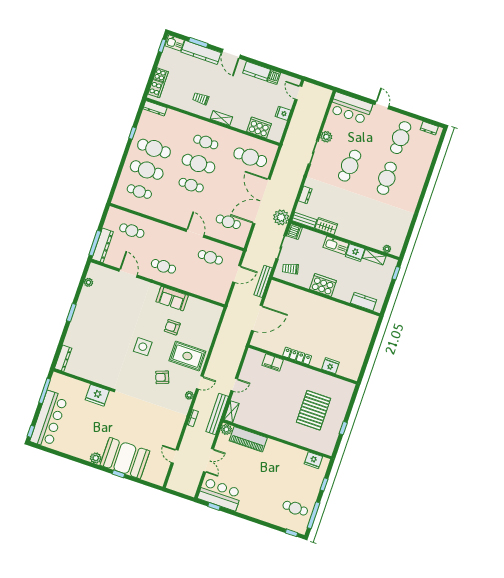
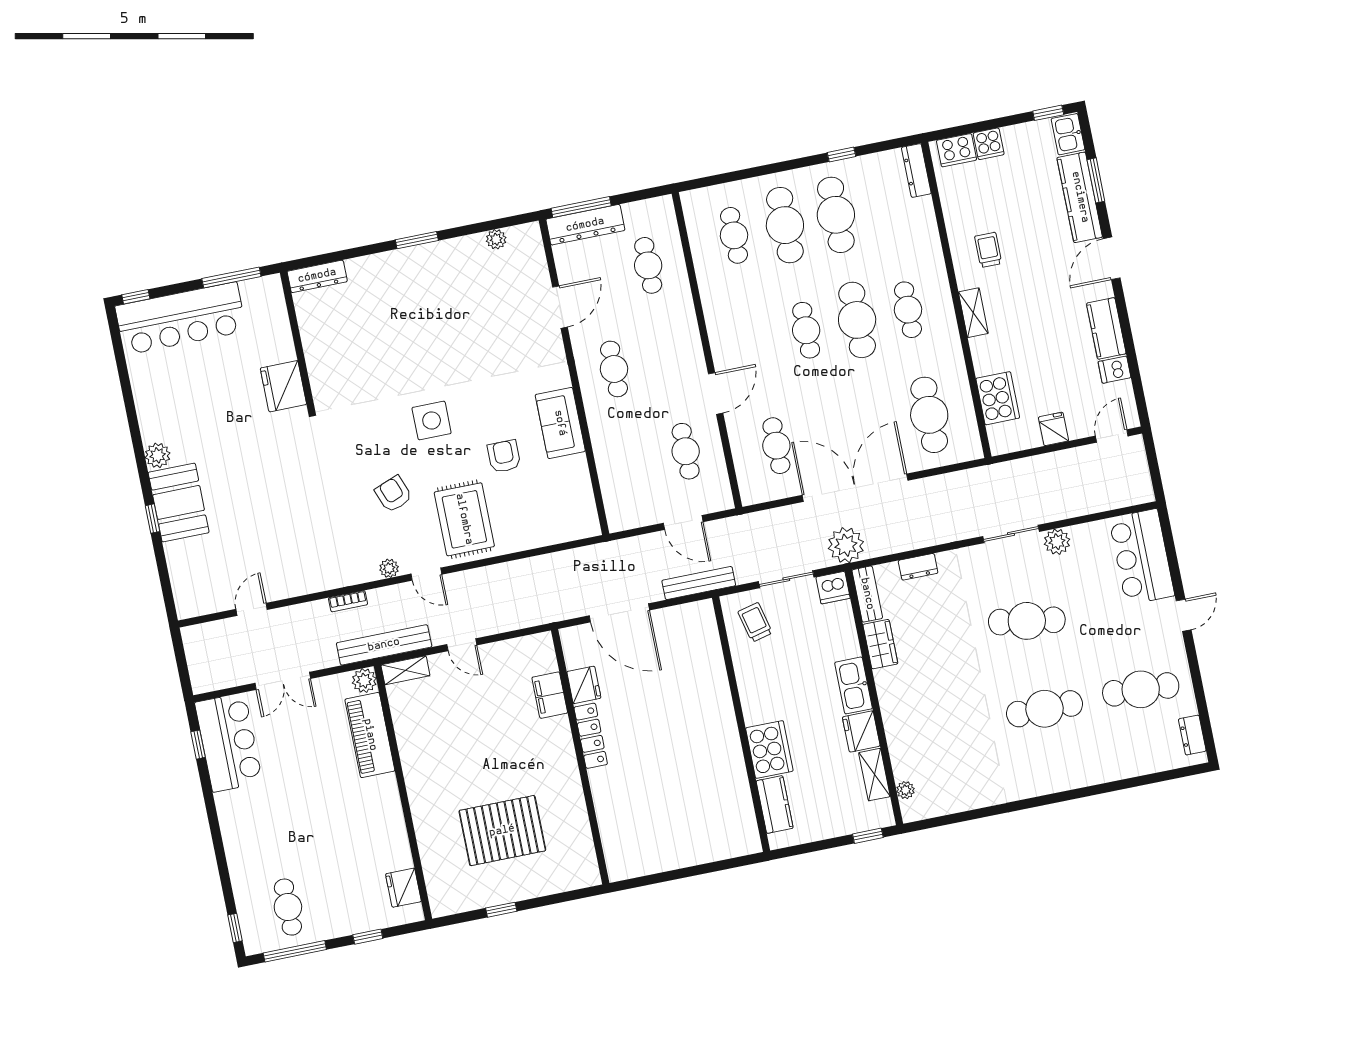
cooker: (323, 285) -> (769, 749), moved
fridge: (330, 366) -> (584, 685), moved
booth: (125, 458) -> (179, 502), width x0.73, depth x0.70

